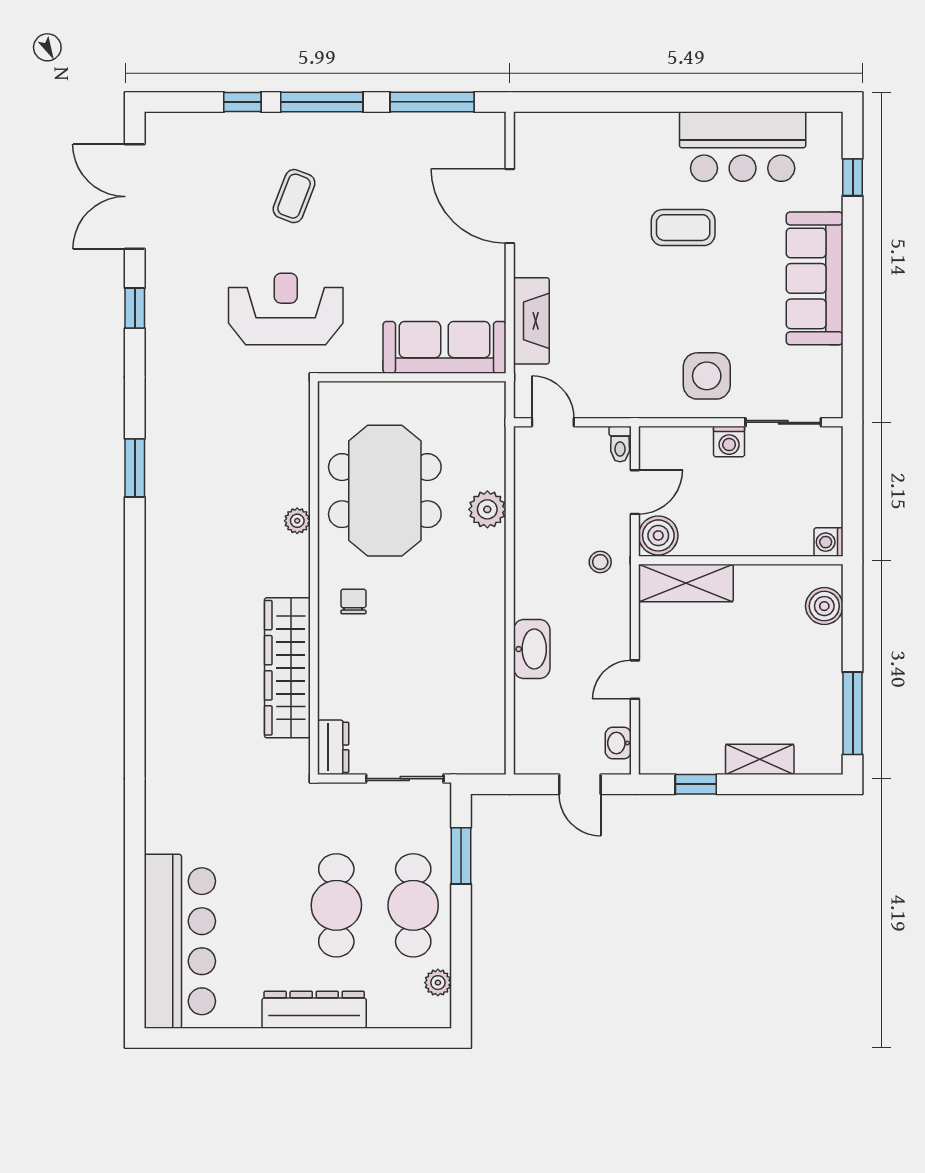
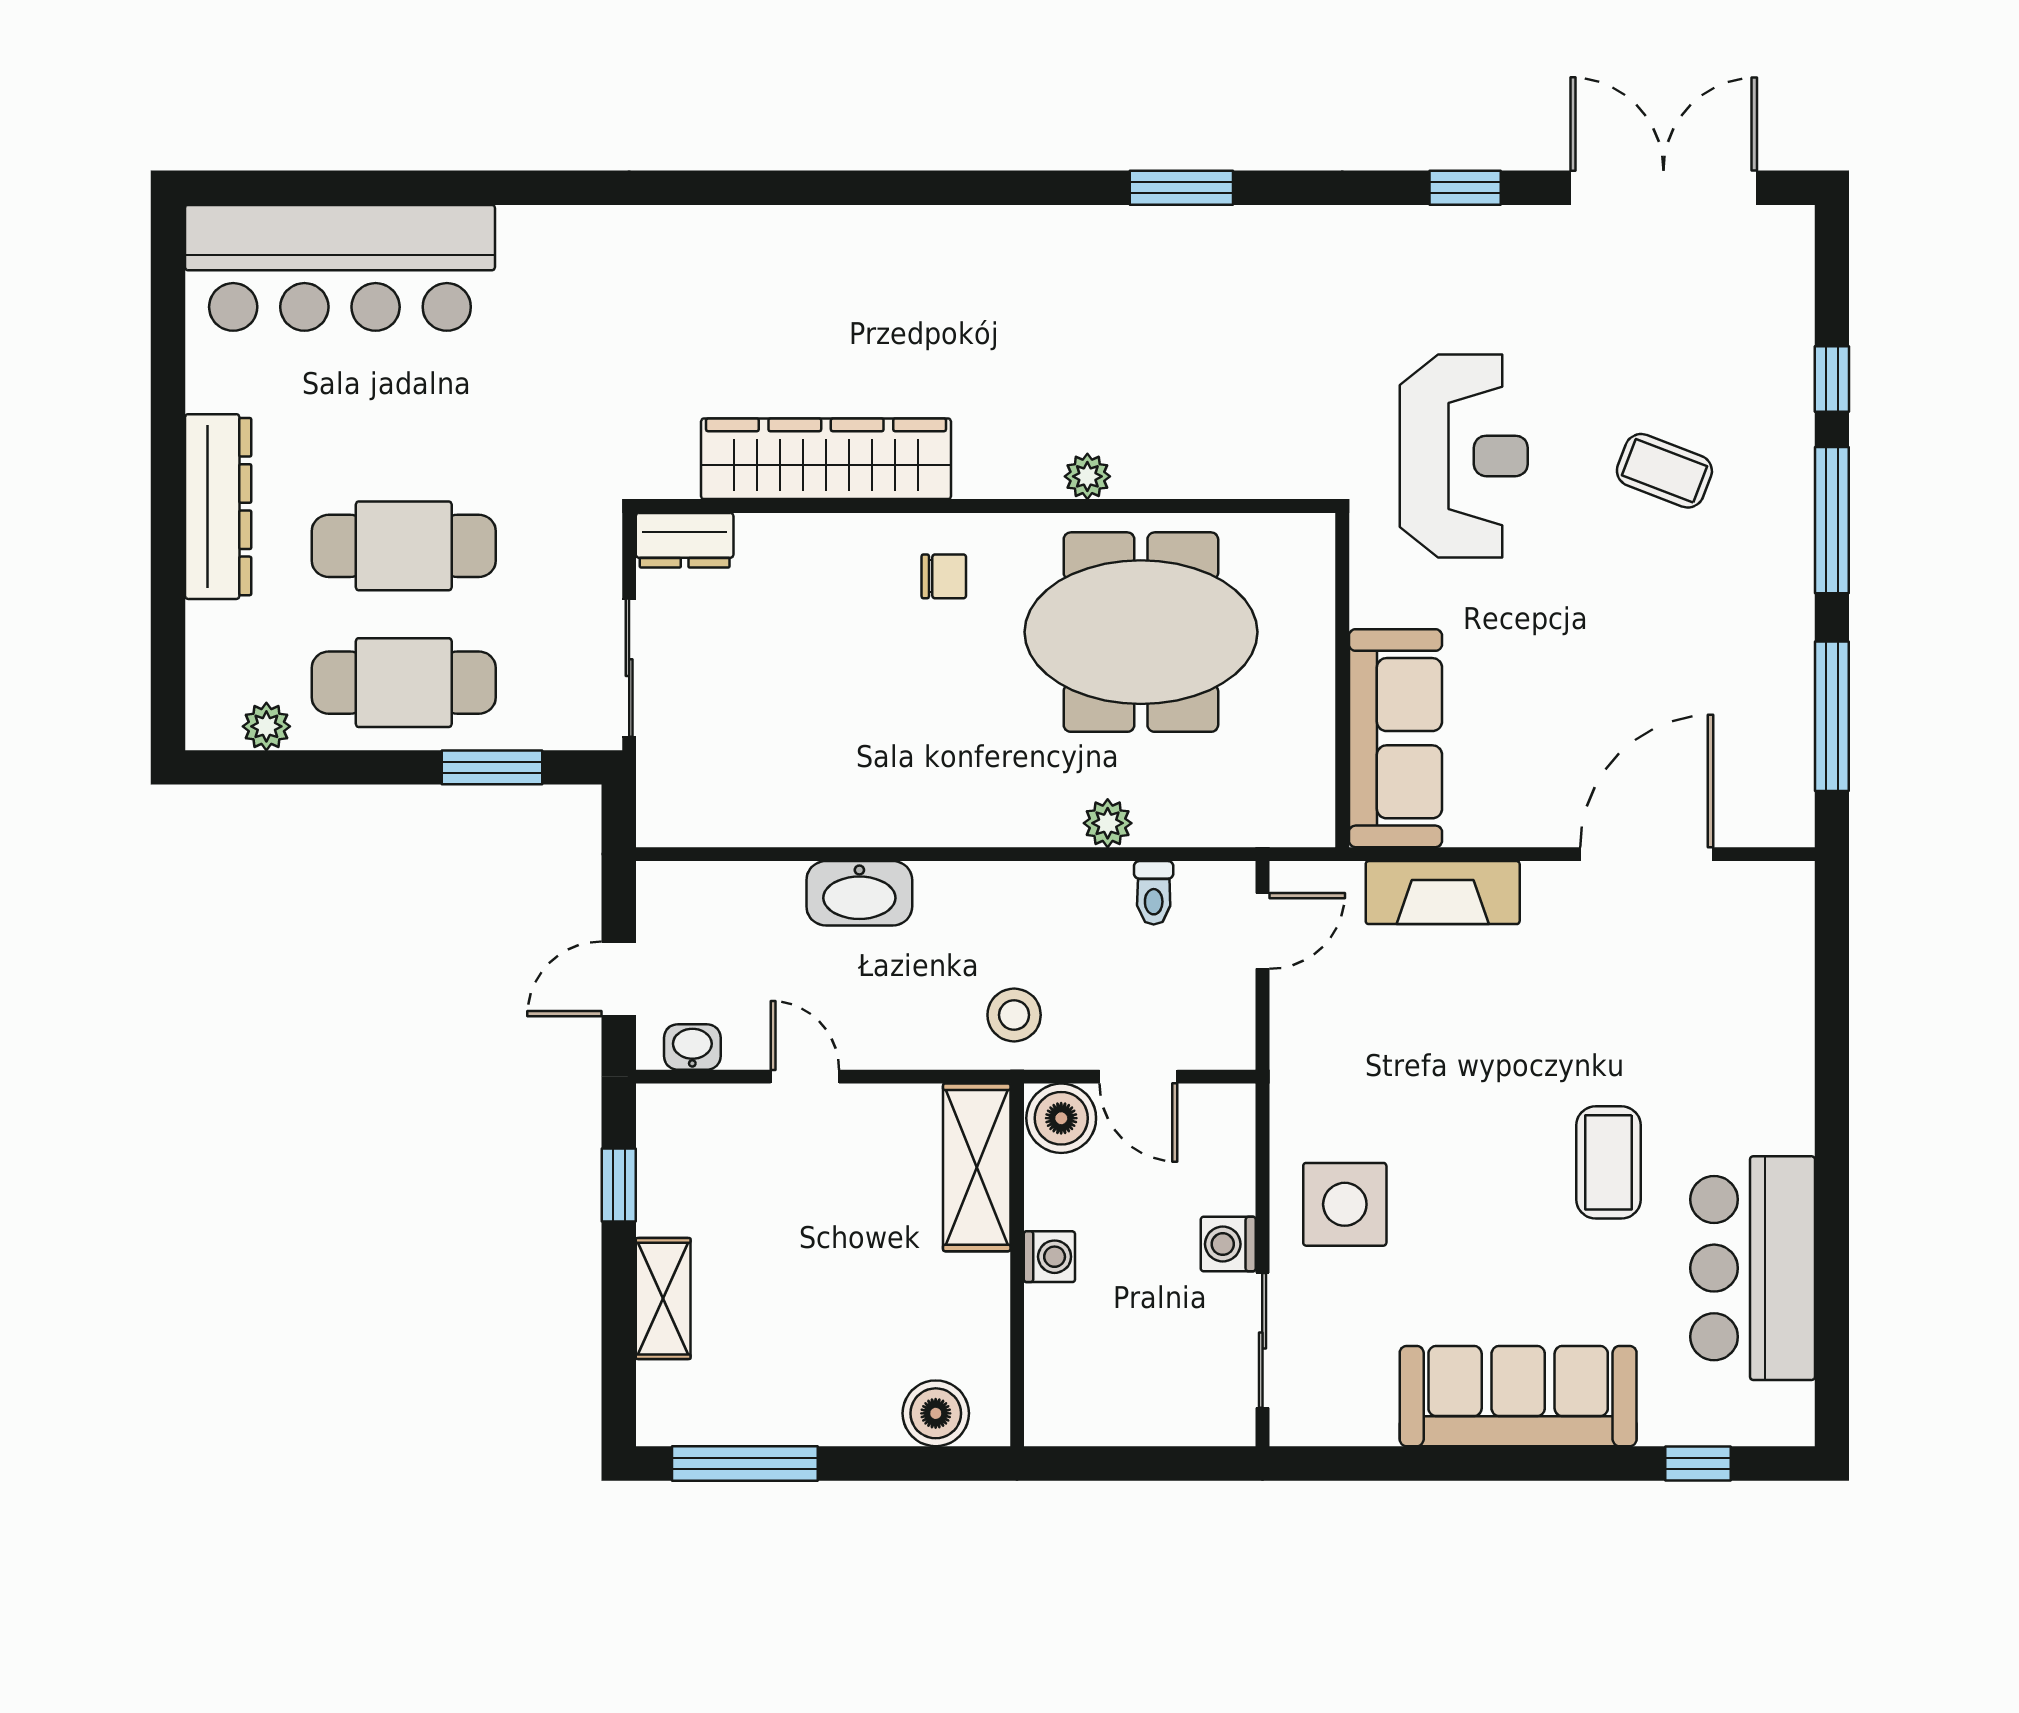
toilet: (620, 444) -> (1154, 893), moved, turned -90
plant: (487, 509) -> (1108, 823), width x0.73, depth x0.73
washing machine: (829, 542) -> (1049, 1257), moved, turned 90
stool: (600, 562) -> (1014, 1015), width x1.37, depth x1.37

